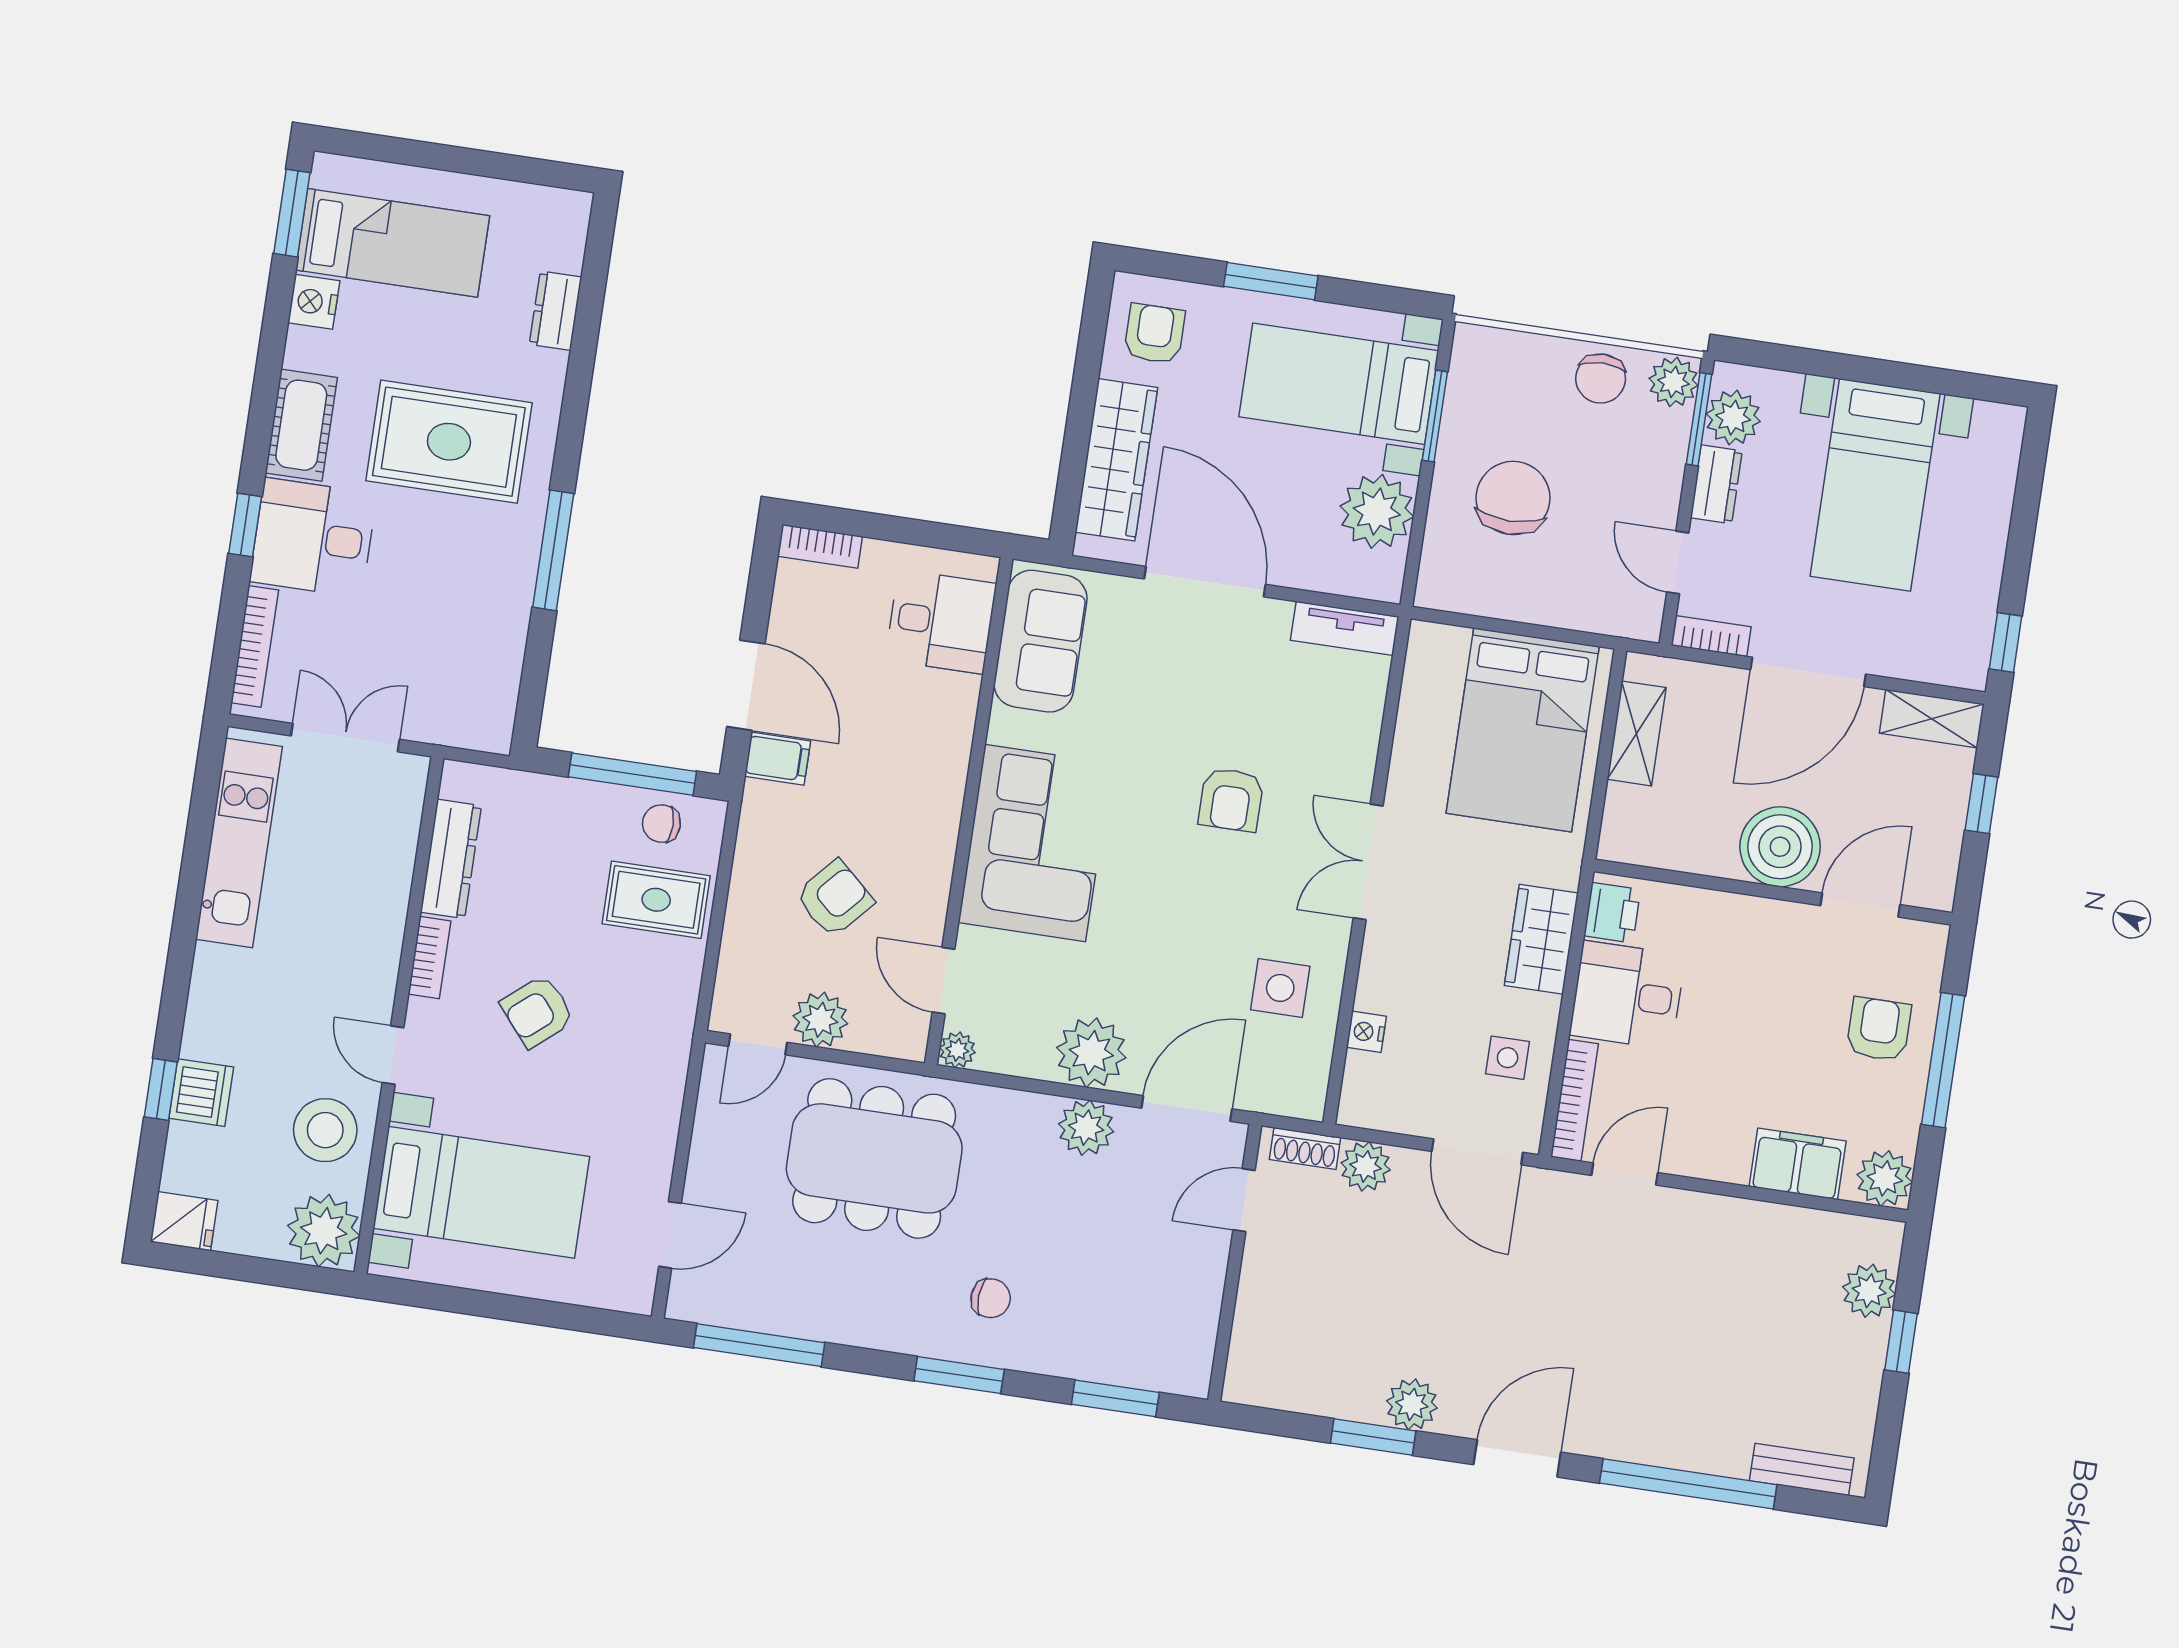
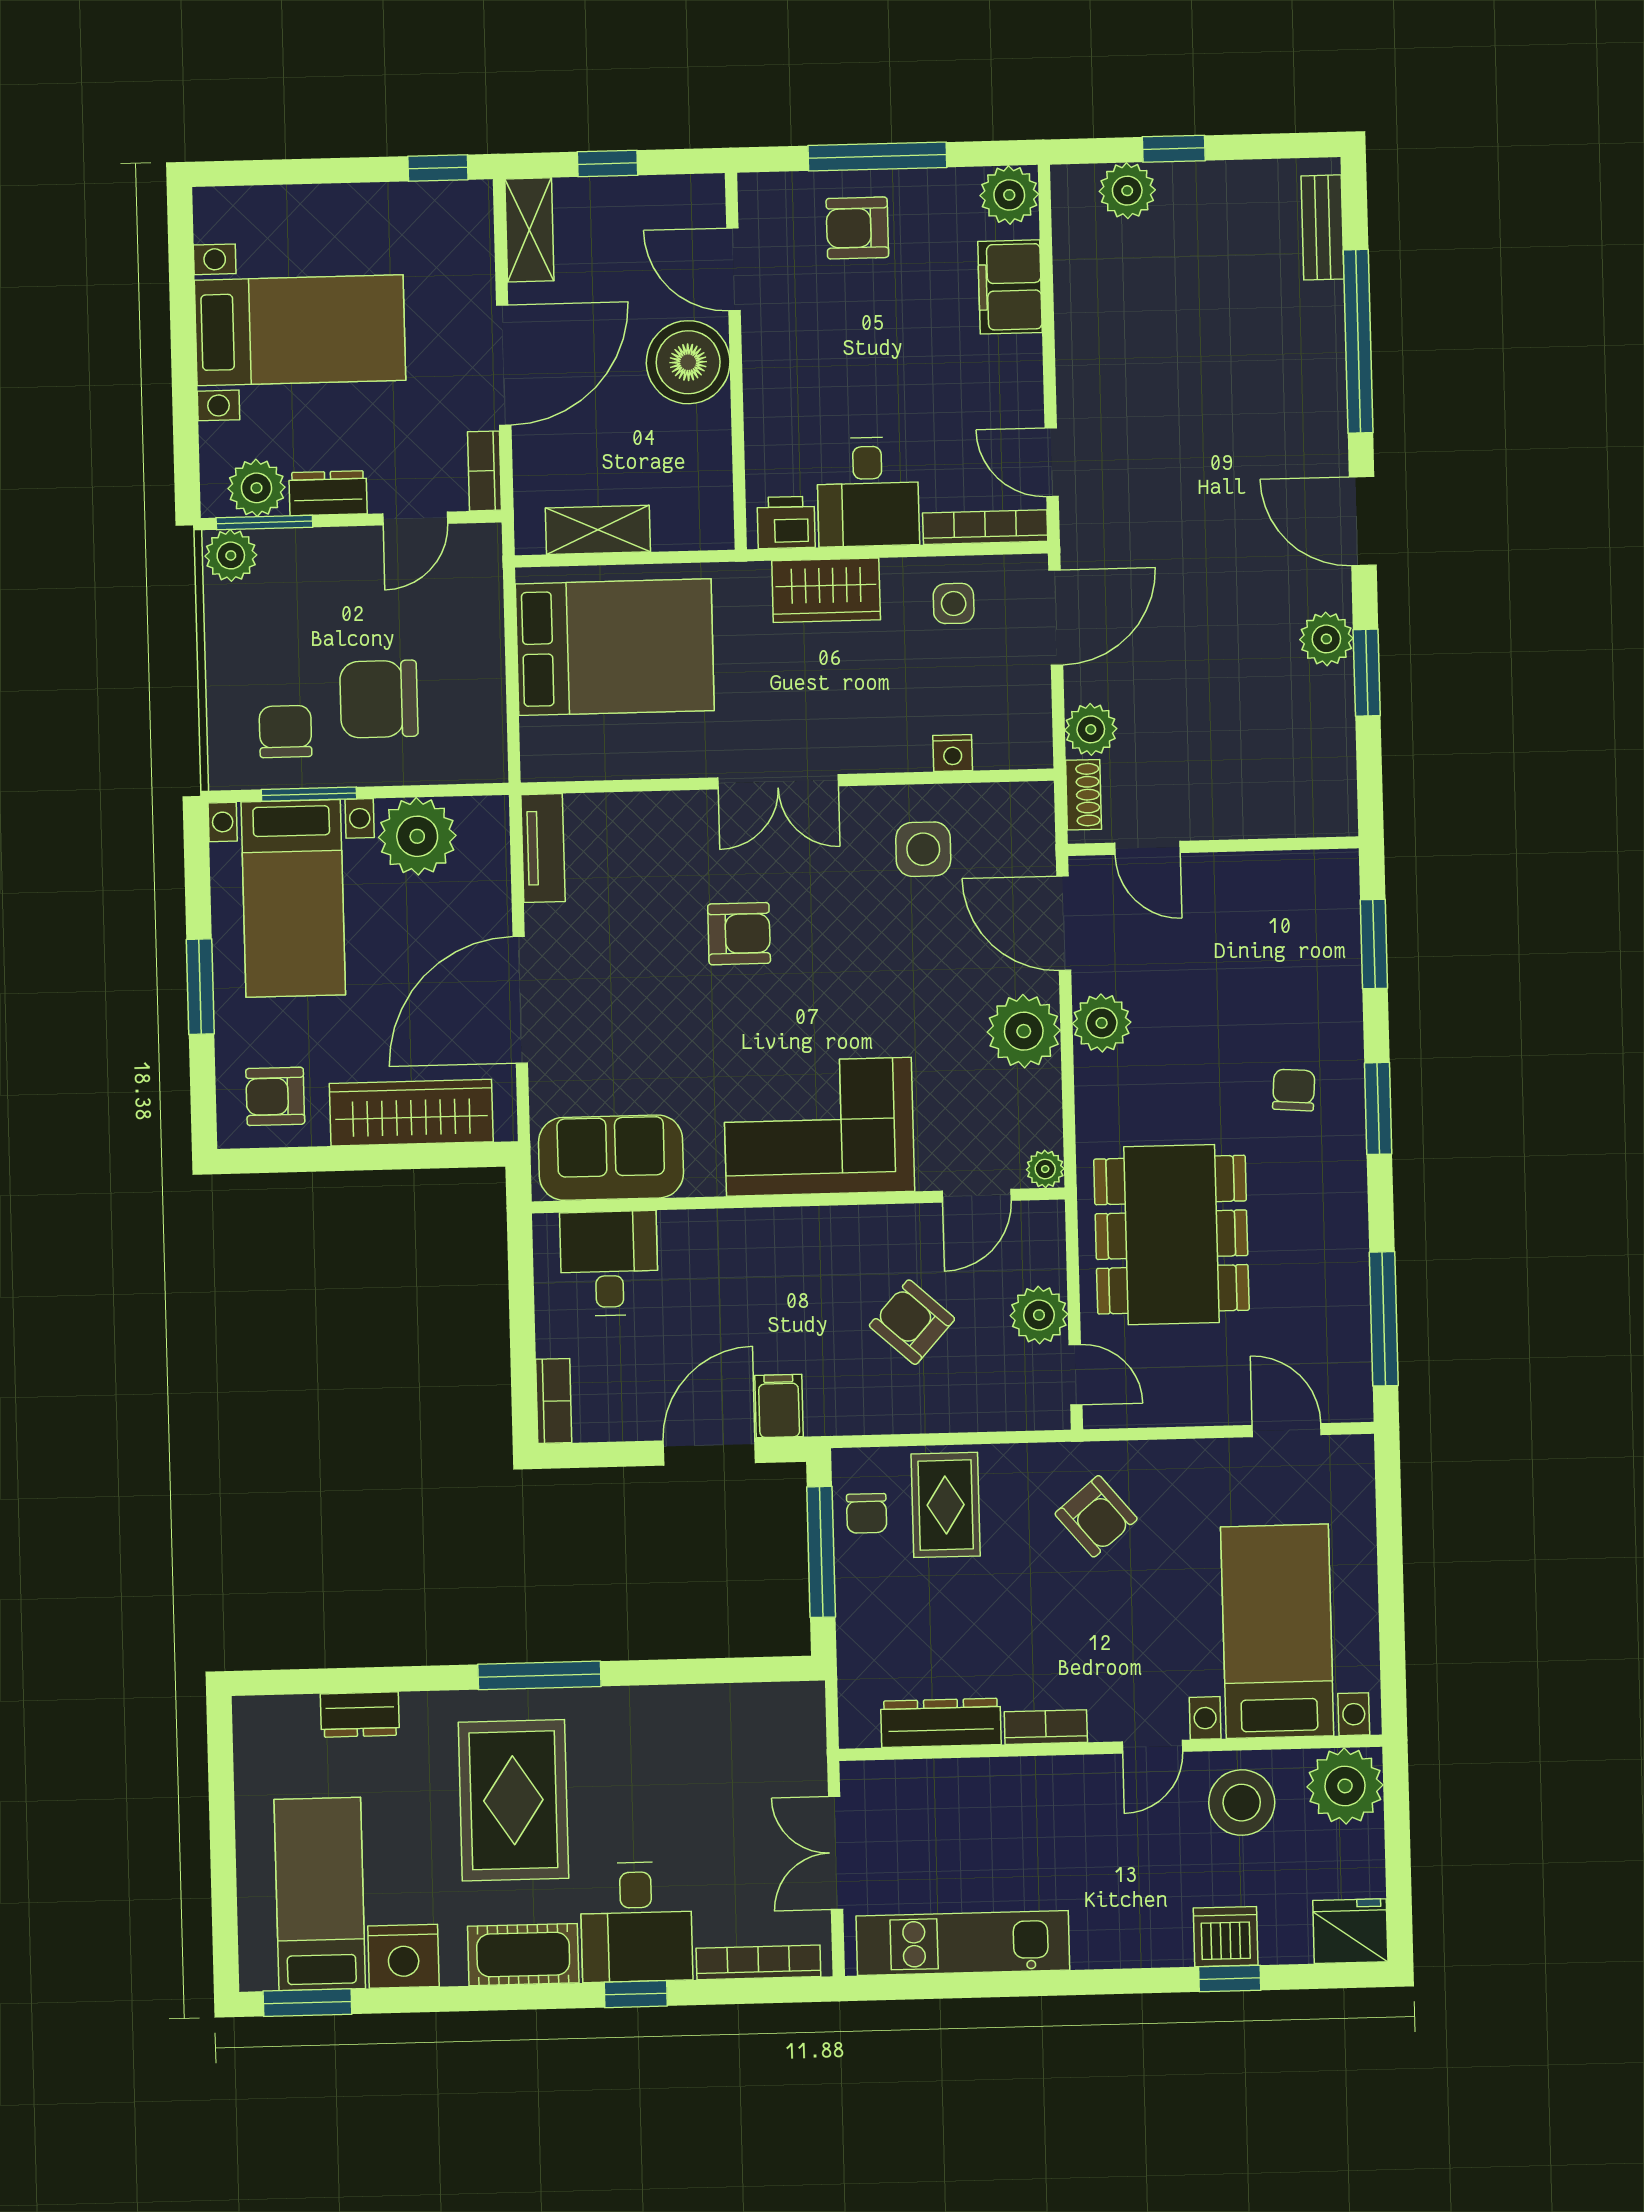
nightstand: (314, 302) -> (403, 1956), width x1.36, depth x1.33
chair: (1601, 379) -> (285, 732), moved, turned -90
window: (553, 550) -> (539, 1675), moved
door: (1808, 672) -> (504, 365), hinge flipped
armchair: (537, 1011) -> (1096, 1516), moved
fridge: (184, 1221) -> (1350, 1931), width x1.38

